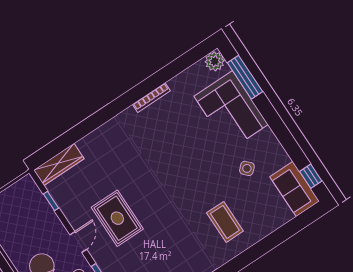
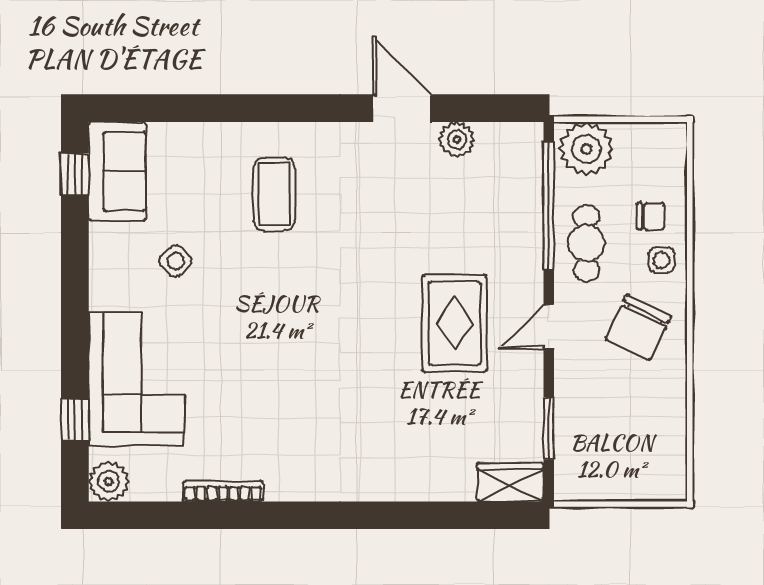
window: (245, 77) -> (75, 420), width x0.46
bookcase: (151, 98) -> (223, 491), moved
wardrobe: (59, 164) -> (510, 482), width x0.67
window: (51, 201) -> (549, 428), width x1.50

